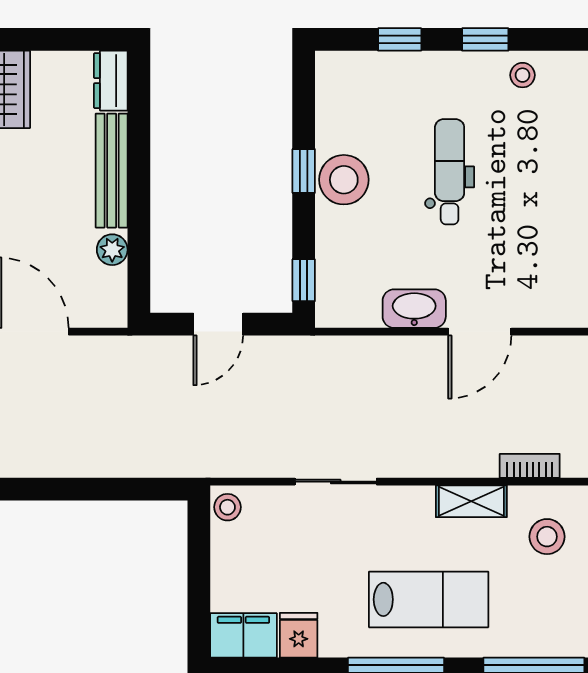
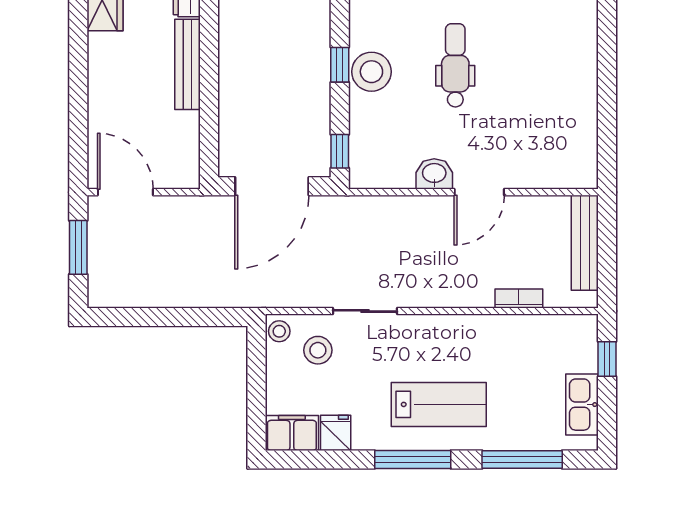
plant: (112, 250) -> (188, 127), removed
washbasin: (414, 309) -> (434, 174), width x0.72
door: (218, 324) -> (272, 186), width x1.87
shelving: (471, 501) -> (473, 327), removed
stool: (547, 537) -> (318, 350), moved

